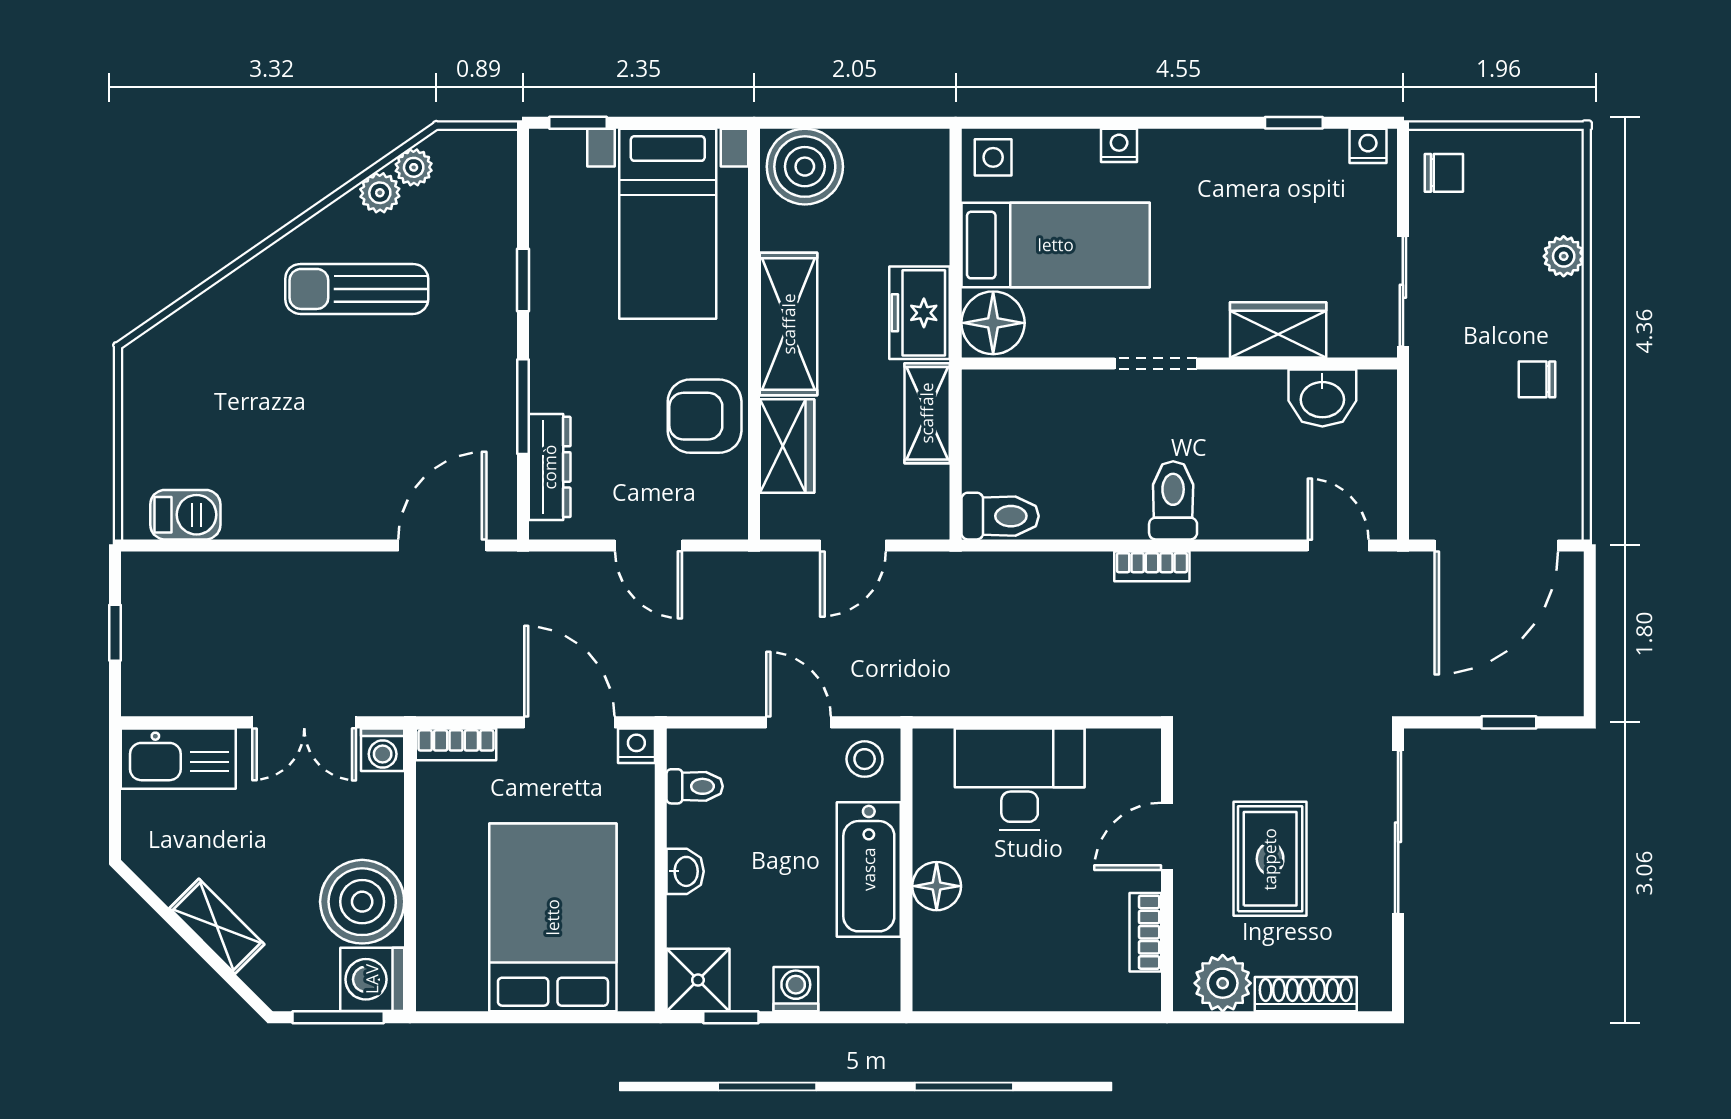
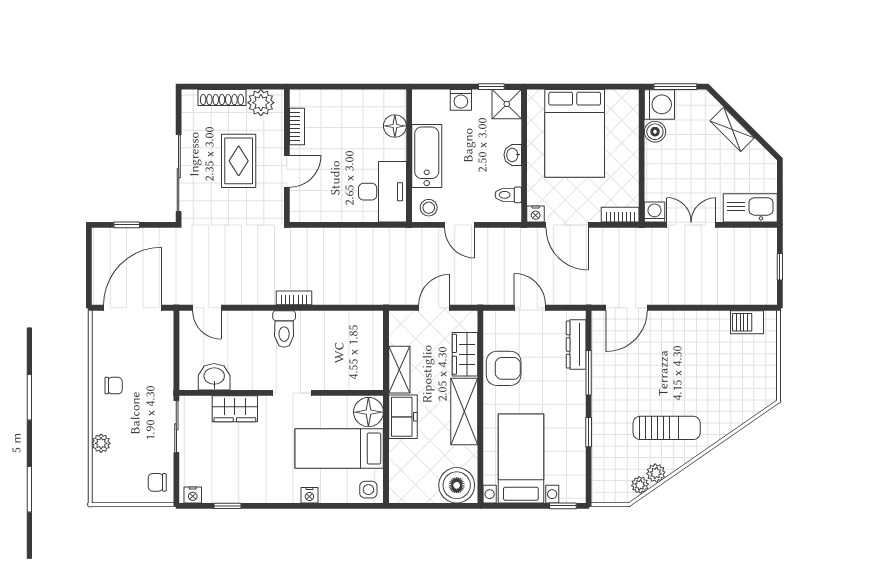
toilet: (1000, 516) -> (365, 321), removed
desk: (1020, 779) -> (382, 192), moved, turned -90
floor lamp: (937, 886) -> (395, 126), moved
boiler: (362, 902) -> (655, 132), width x0.54, depth x0.54

